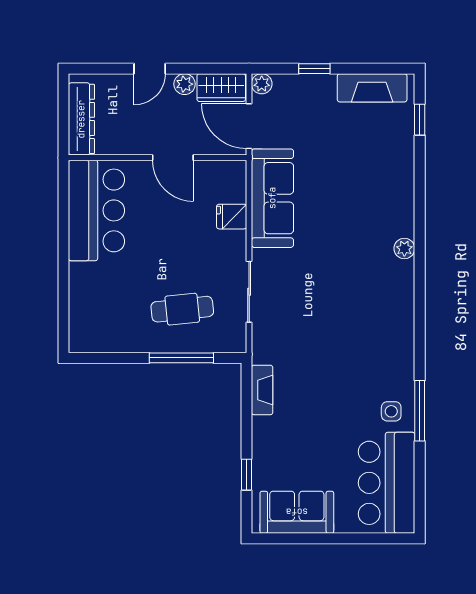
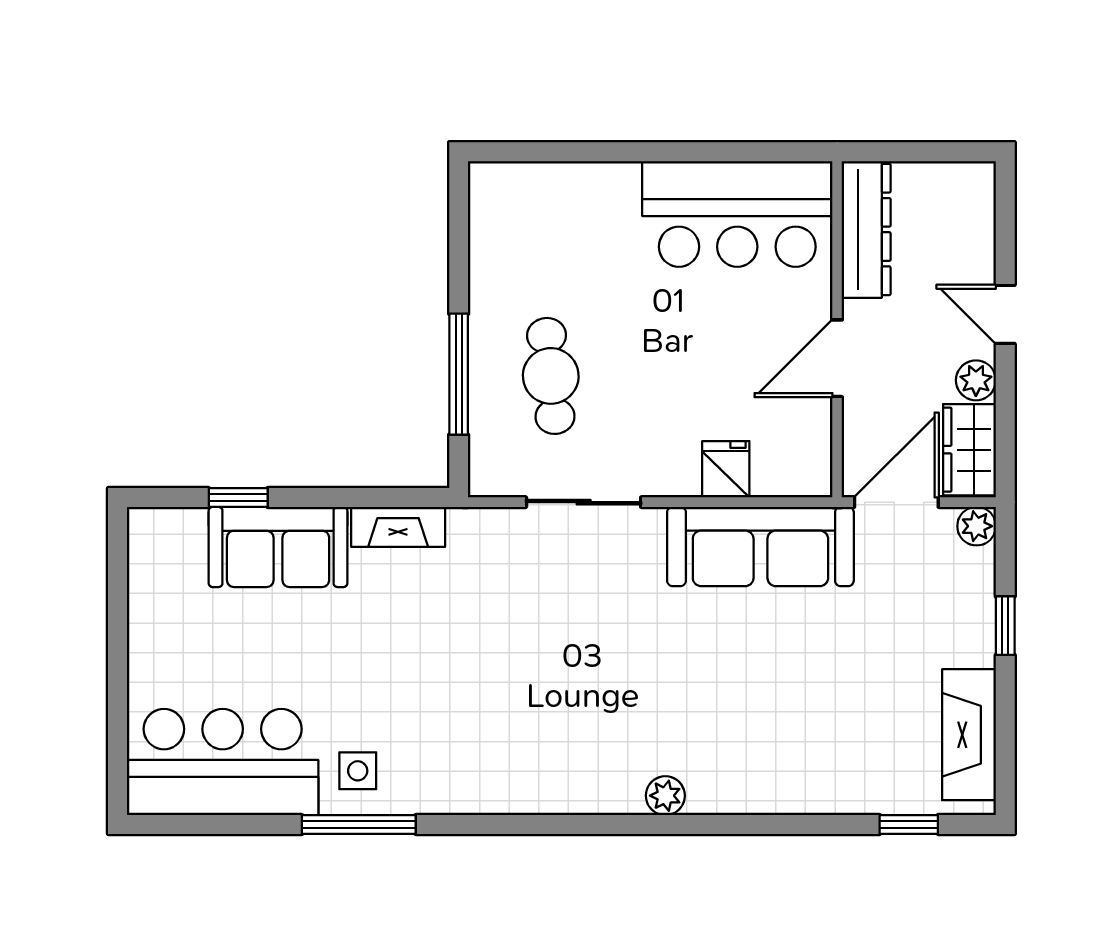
dresser: (81, 119) -> (866, 229), moved, turned -90
sofa: (297, 512) -> (278, 547), moved, turned 90

